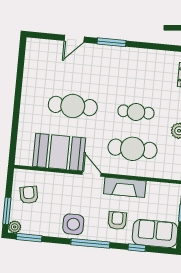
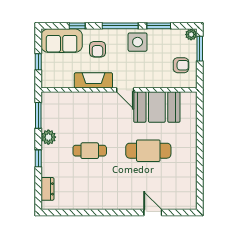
door: (74, 39) -> (153, 213), hinge flipped
window: (112, 42) -> (118, 213), removed
cafe table: (133, 149) -> (90, 117), removed
armchair: (29, 195) -> (181, 65), turned -79
window: (29, 238) -> (159, 26), moved

